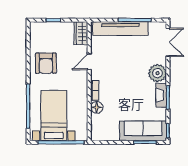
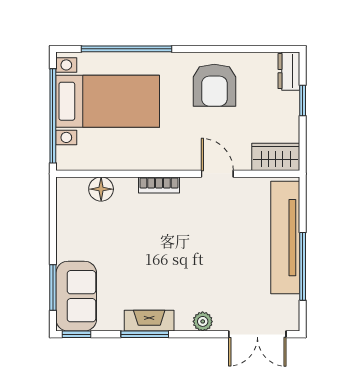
dresser: (39, 27) -> (289, 71), added
armchair: (46, 63) -> (214, 85), turned -90
plant: (157, 73) -> (203, 321), width x0.53, depth x0.53
floor lamp: (97, 107) -> (101, 189), moved
sofa: (143, 131) -> (76, 296), width x0.73

